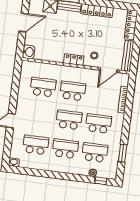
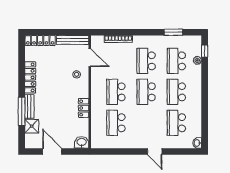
locker: (74, 60) -> (84, 108), moved

